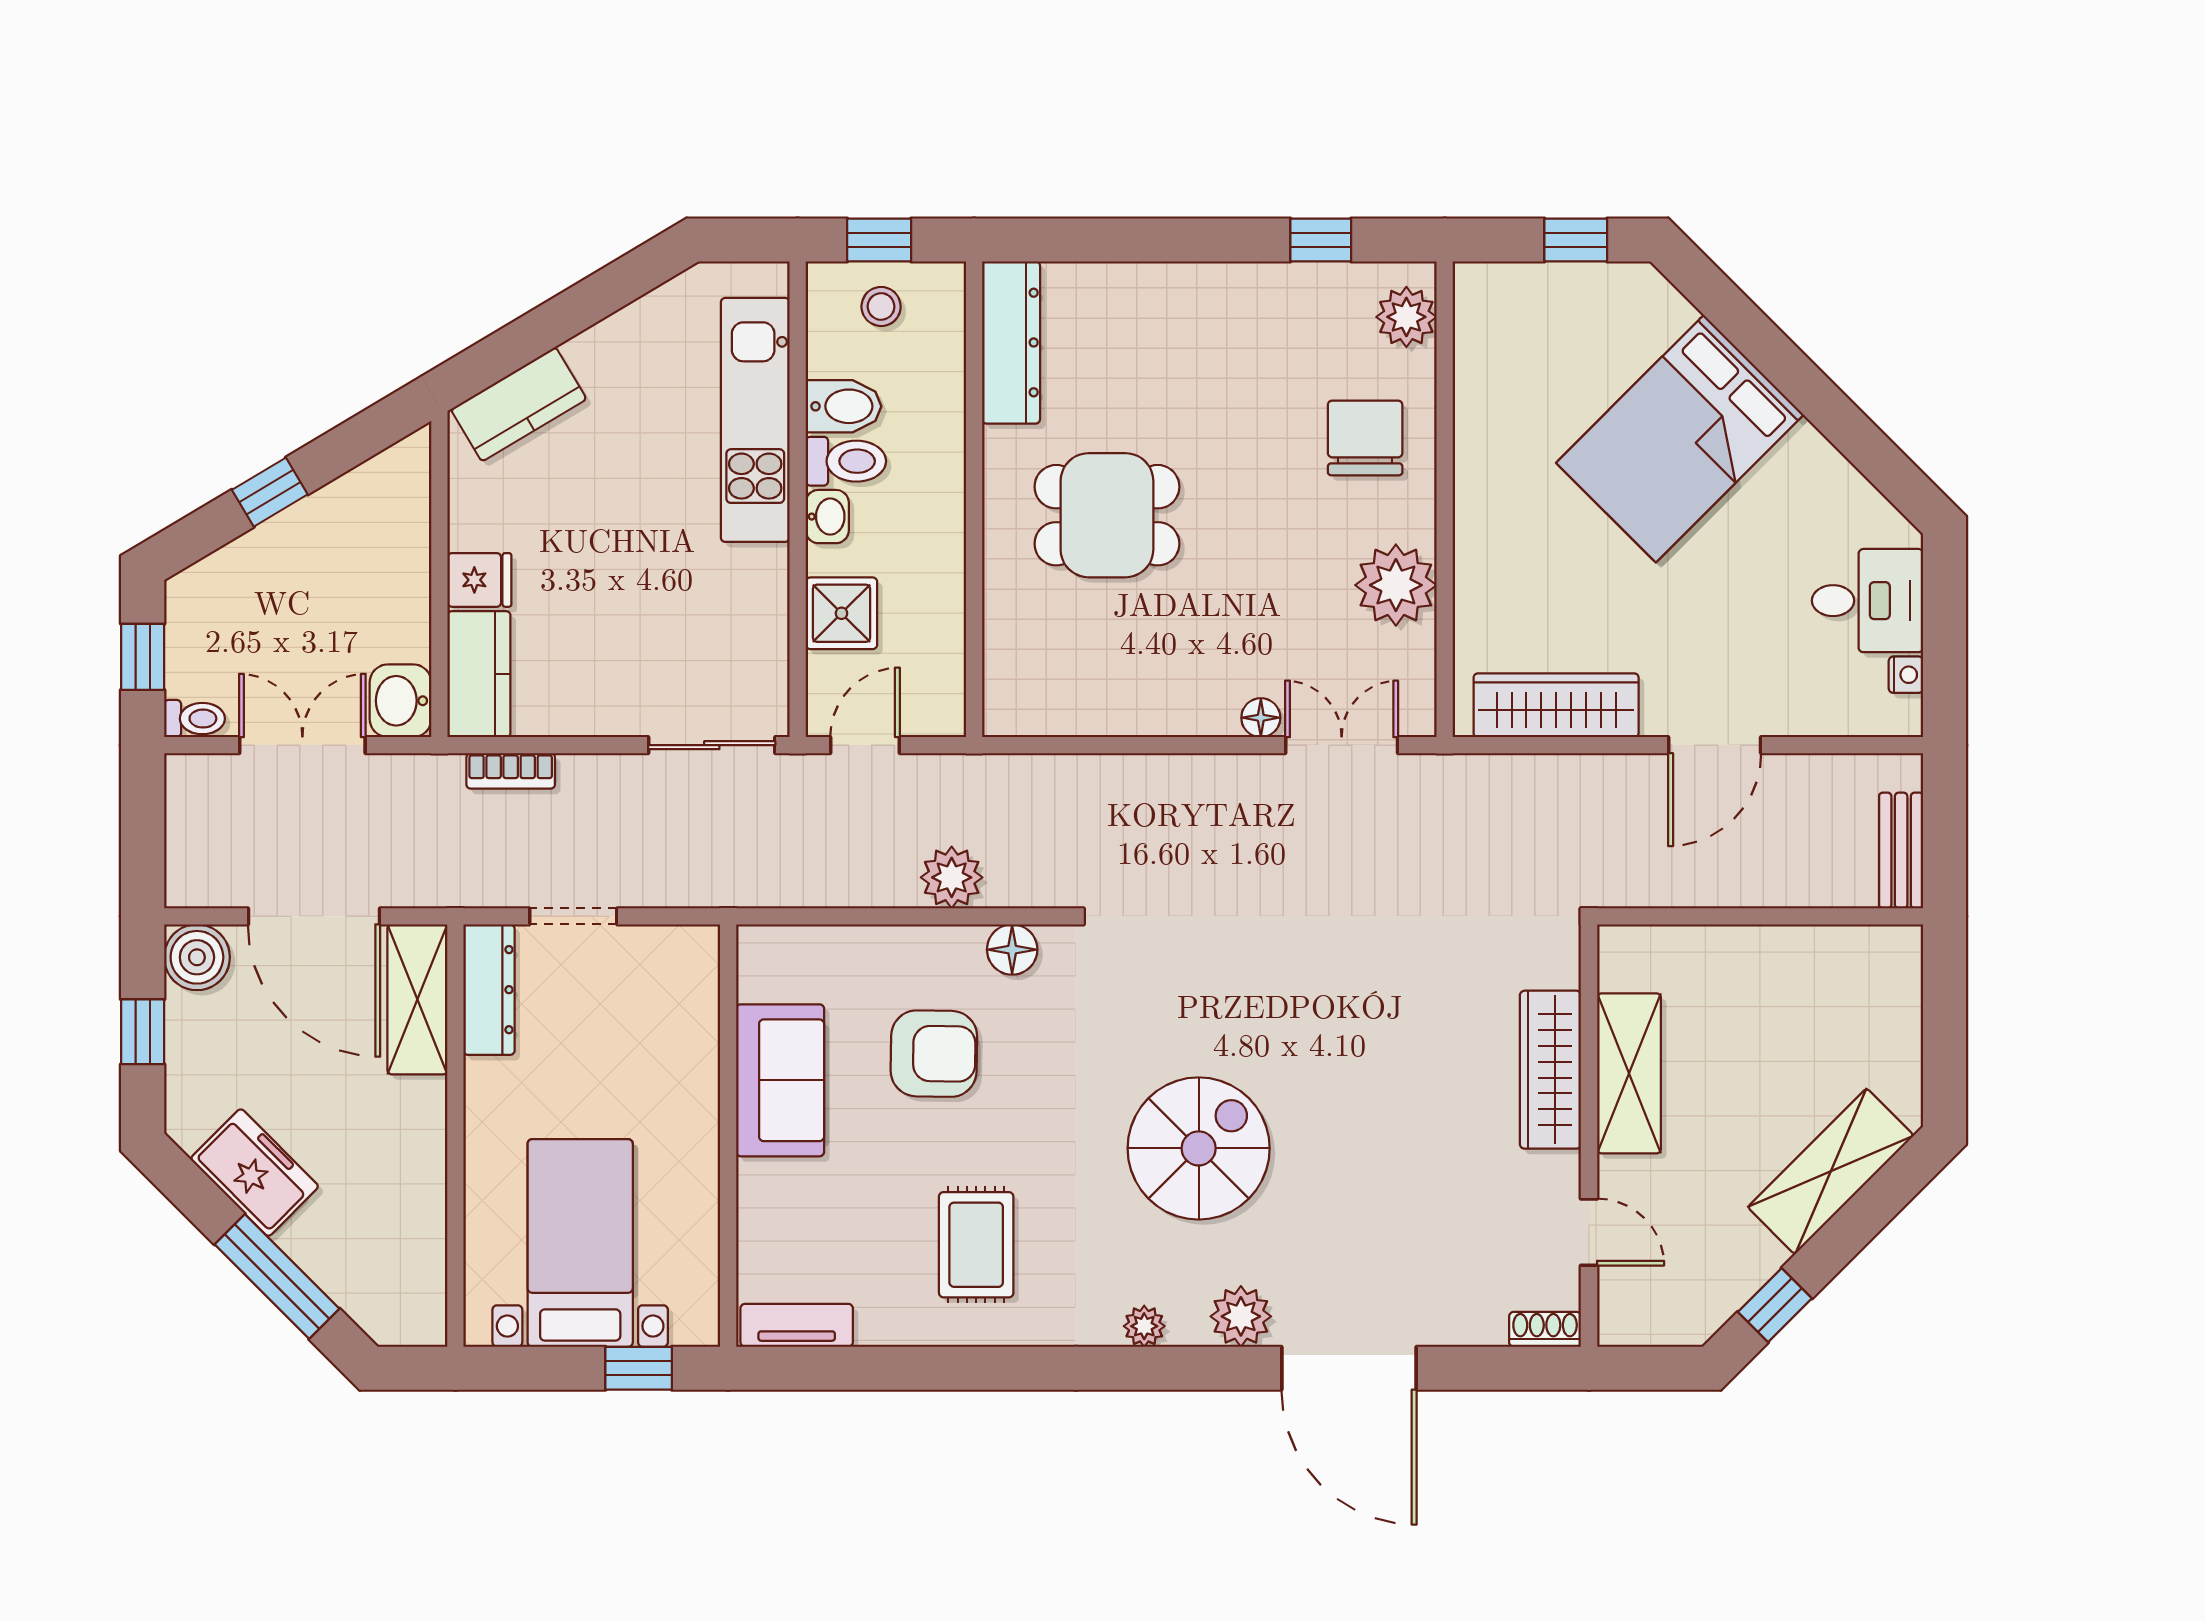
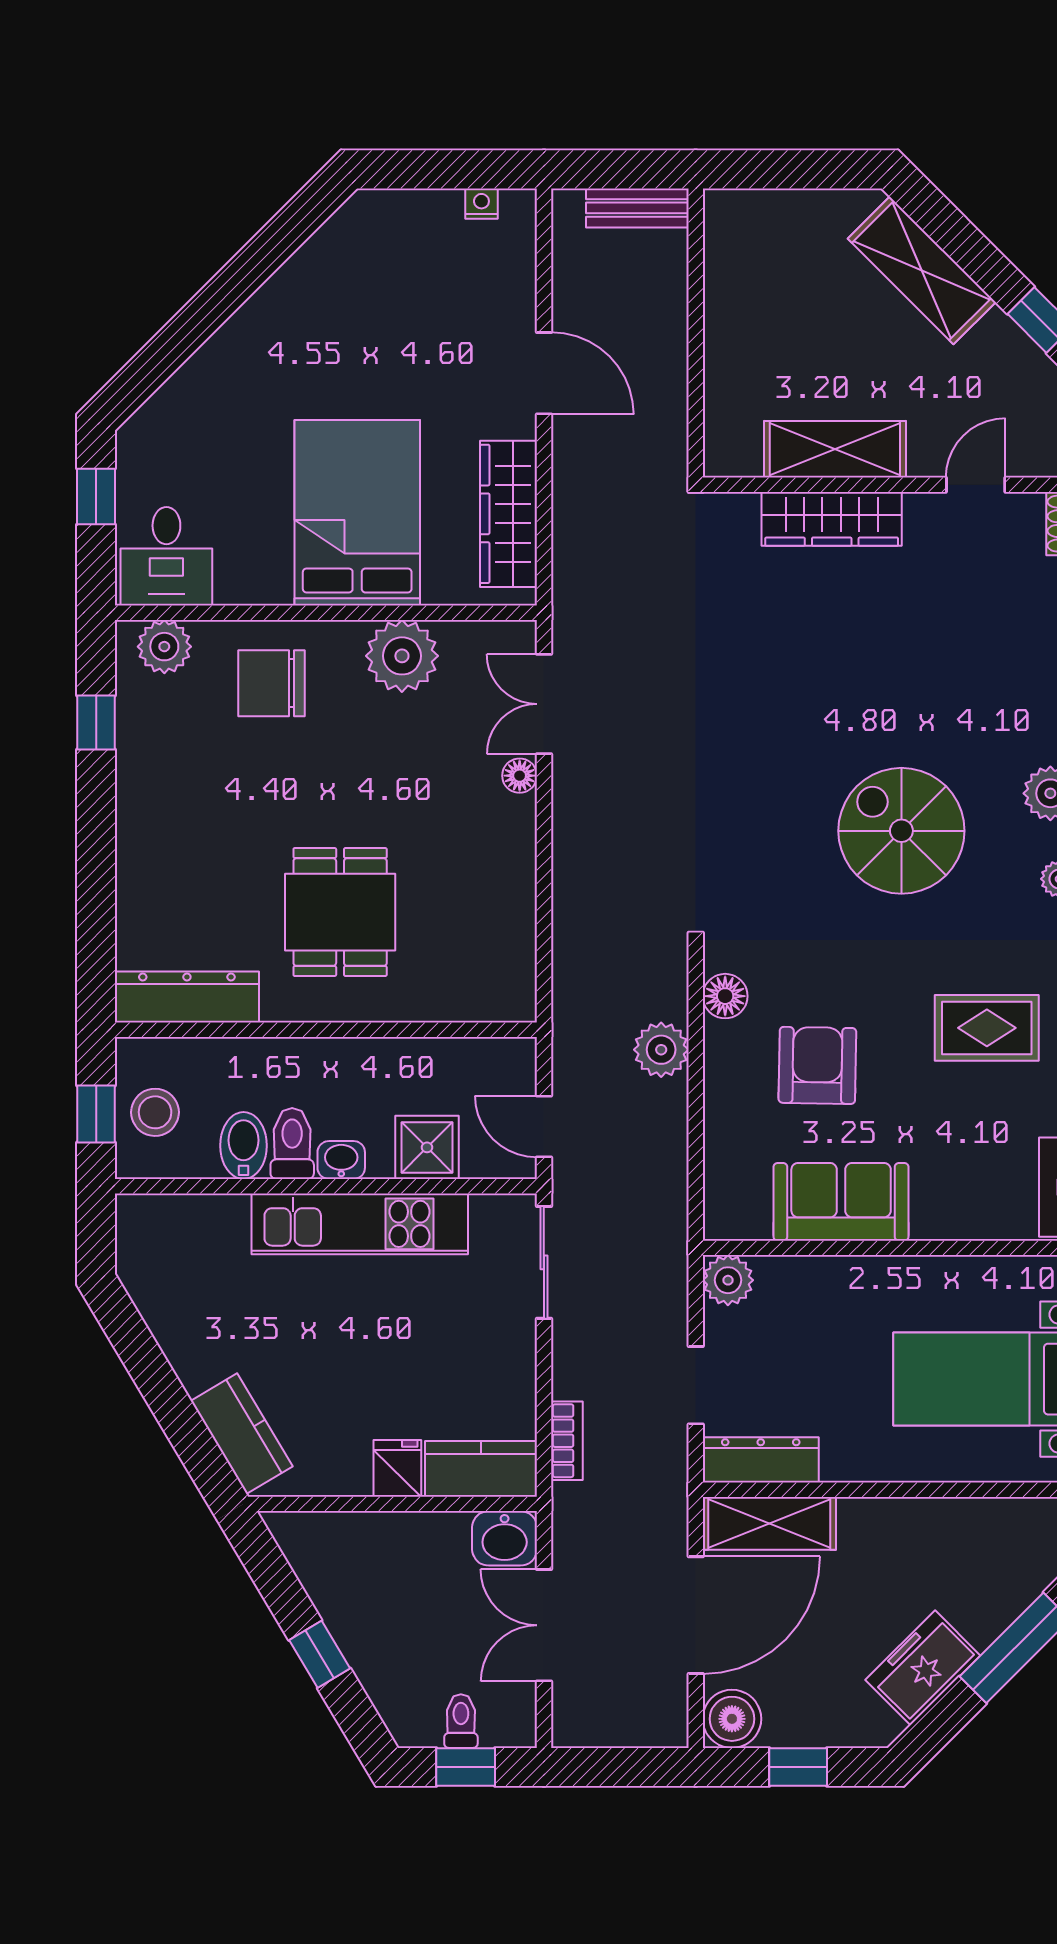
stool: (881, 306) -> (155, 1112), width x1.37, depth x1.37
kitchen unit: (755, 420) -> (360, 1224), moved
bed: (1680, 439) -> (357, 513), moved, turned -135
desk: (1868, 601) -> (166, 556), moved, turned 180
toilet: (194, 719) -> (461, 1721), moved
plant: (692, 953) -> (728, 1280), added

